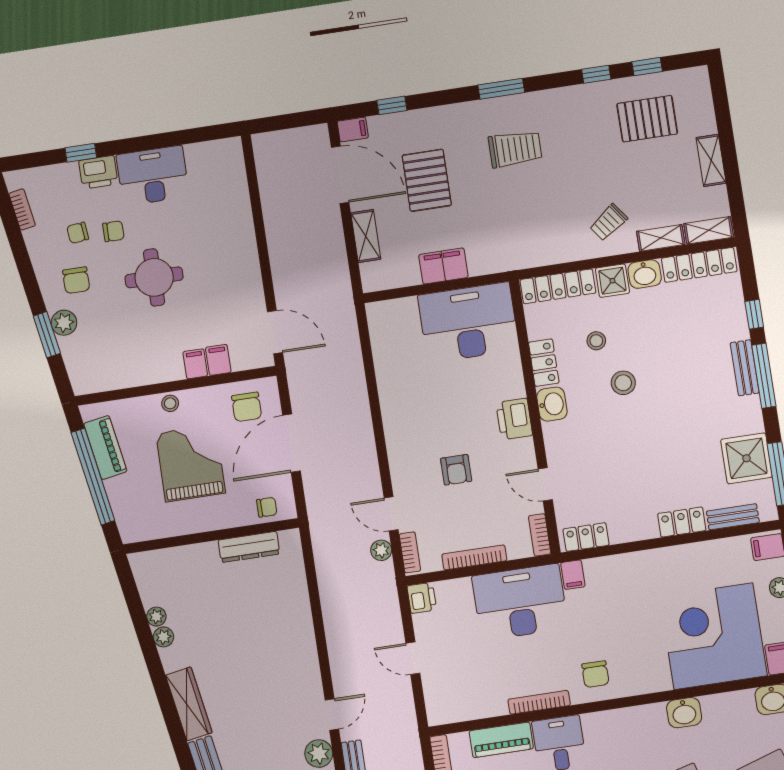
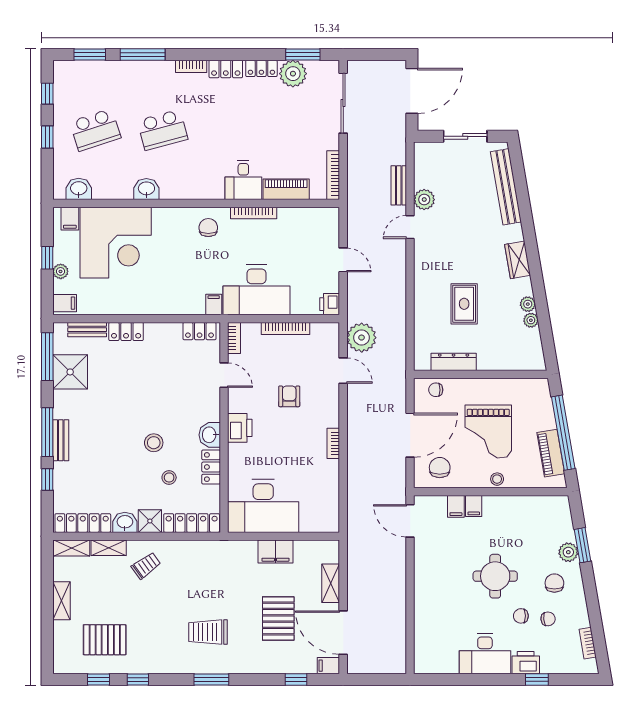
plant: (381, 550) -> (362, 338), width x1.88, depth x1.88
bookcase: (410, 552) -> (333, 443), moved
rug: (246, 625) -> (464, 304), added
wardrobe: (189, 704) -> (518, 260), width x0.67

